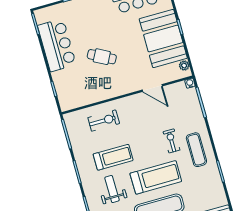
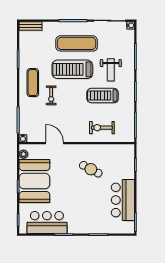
cafe table: (102, 57) -> (91, 169), moved

